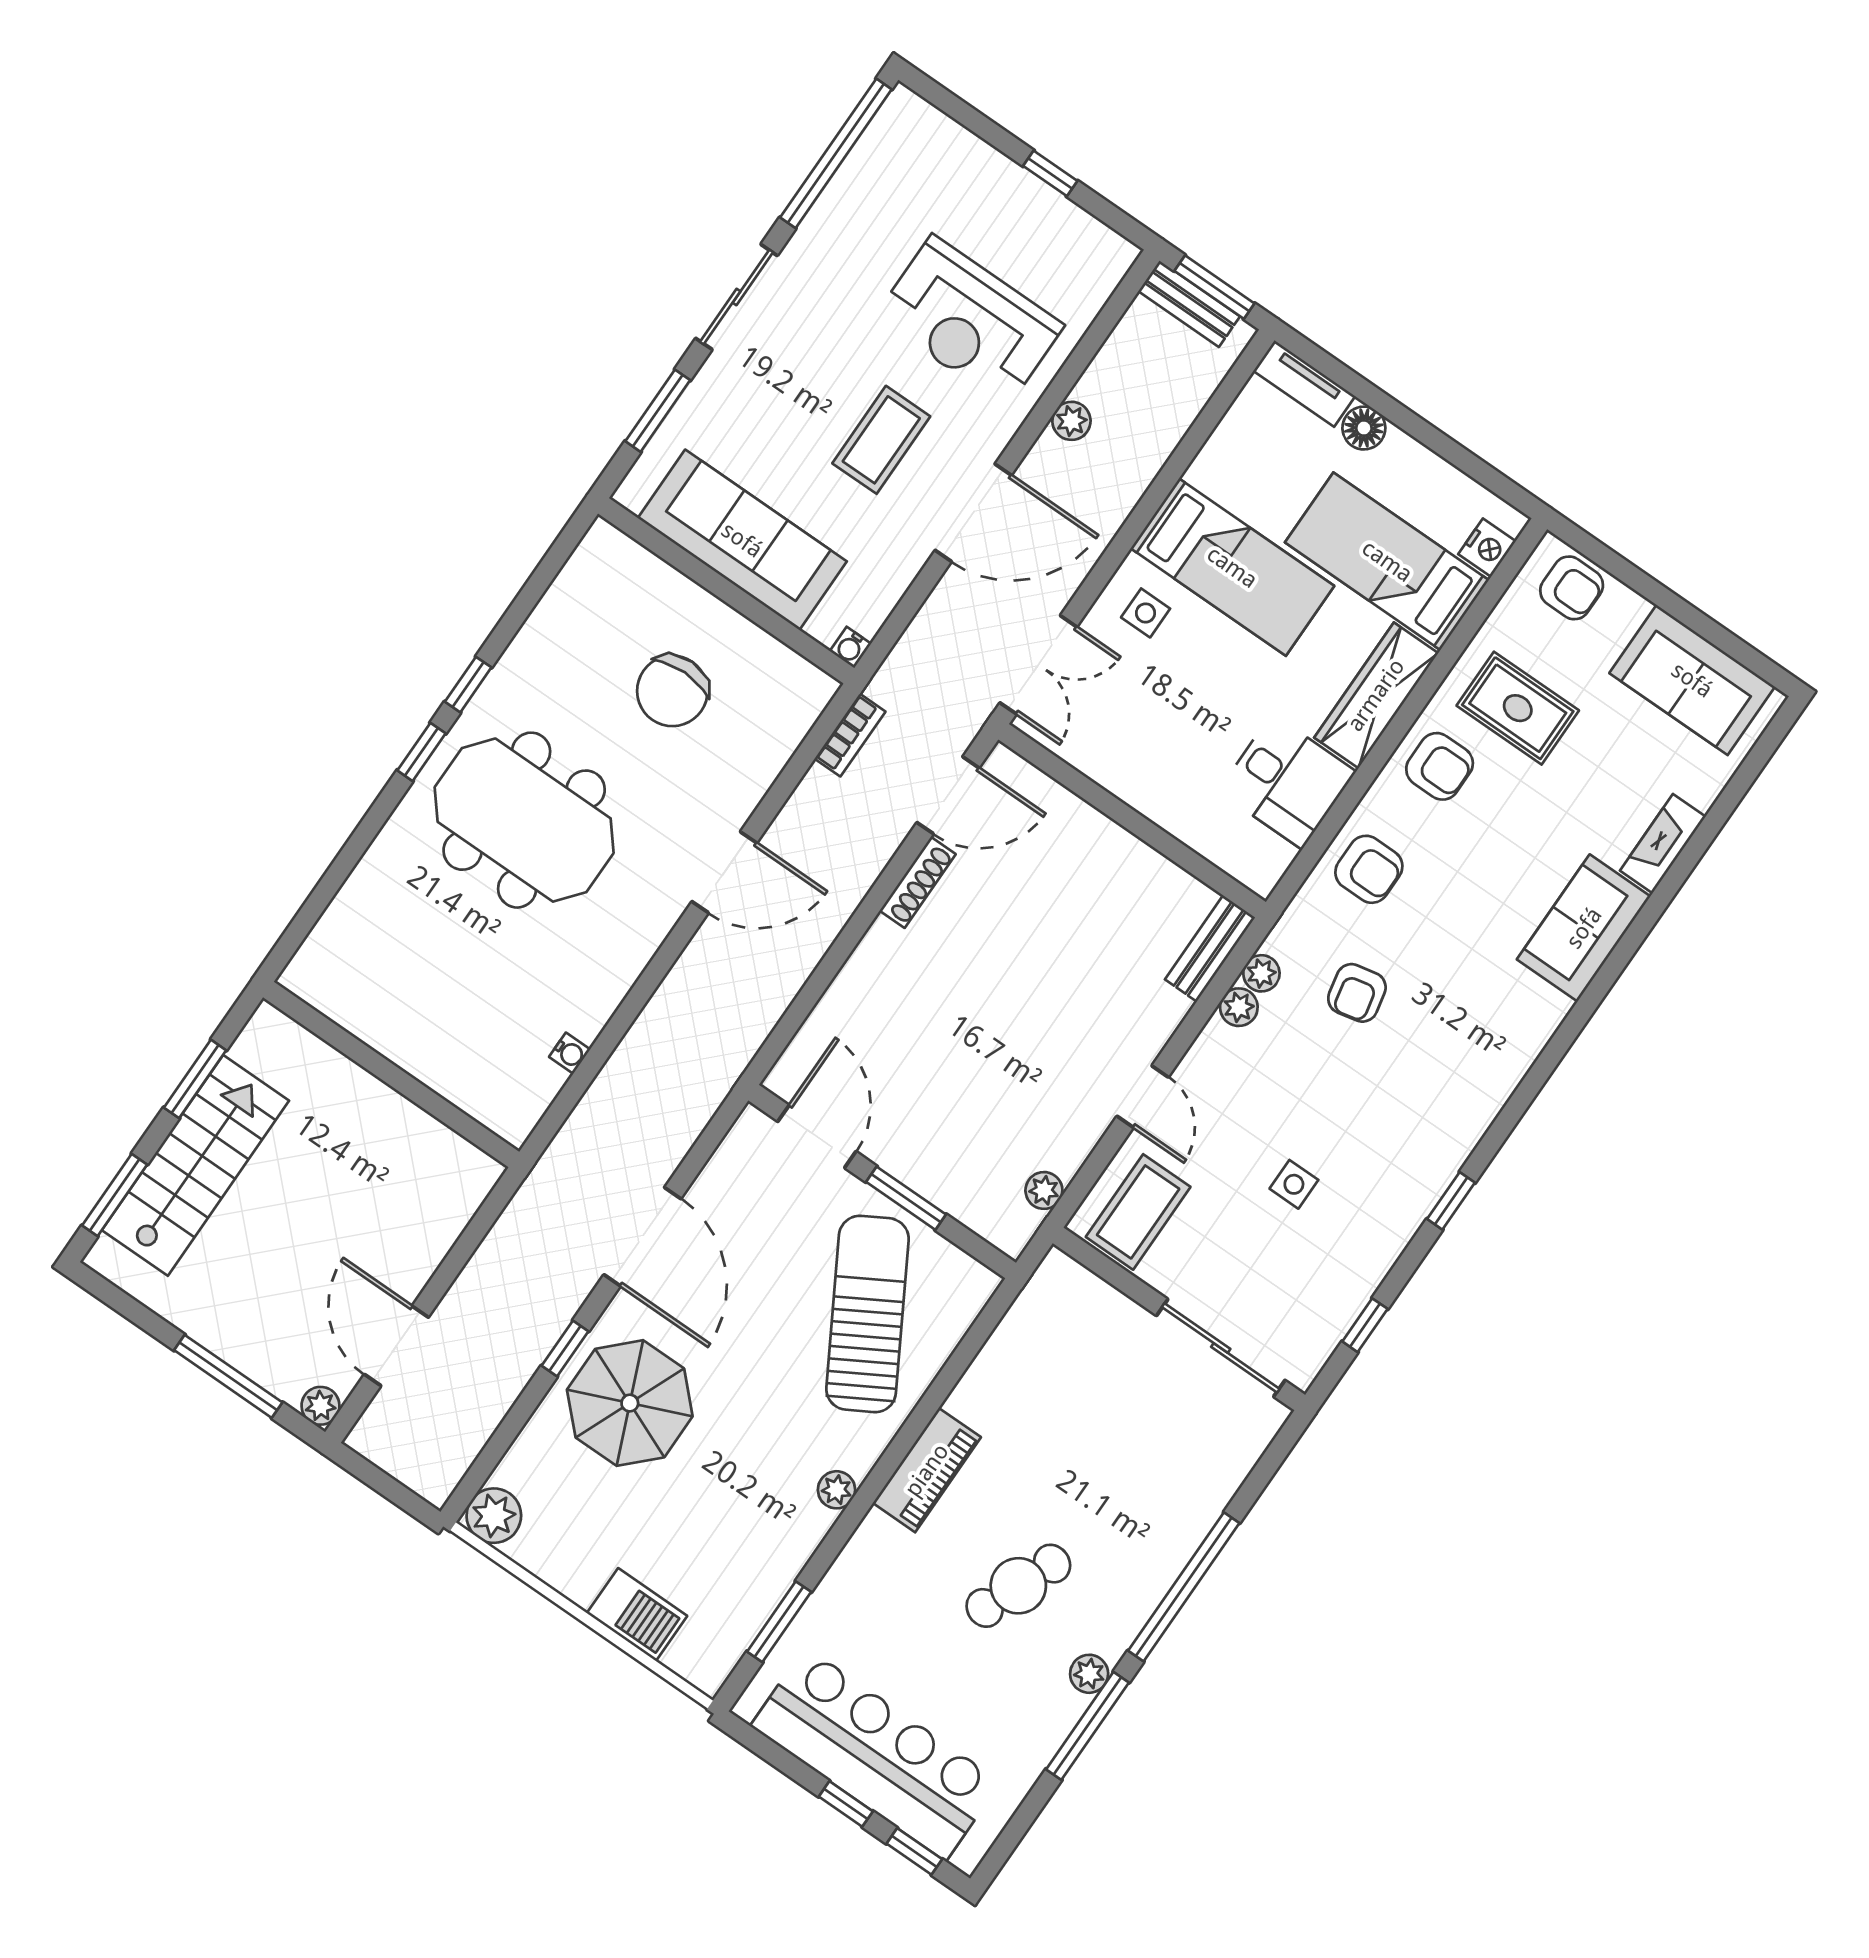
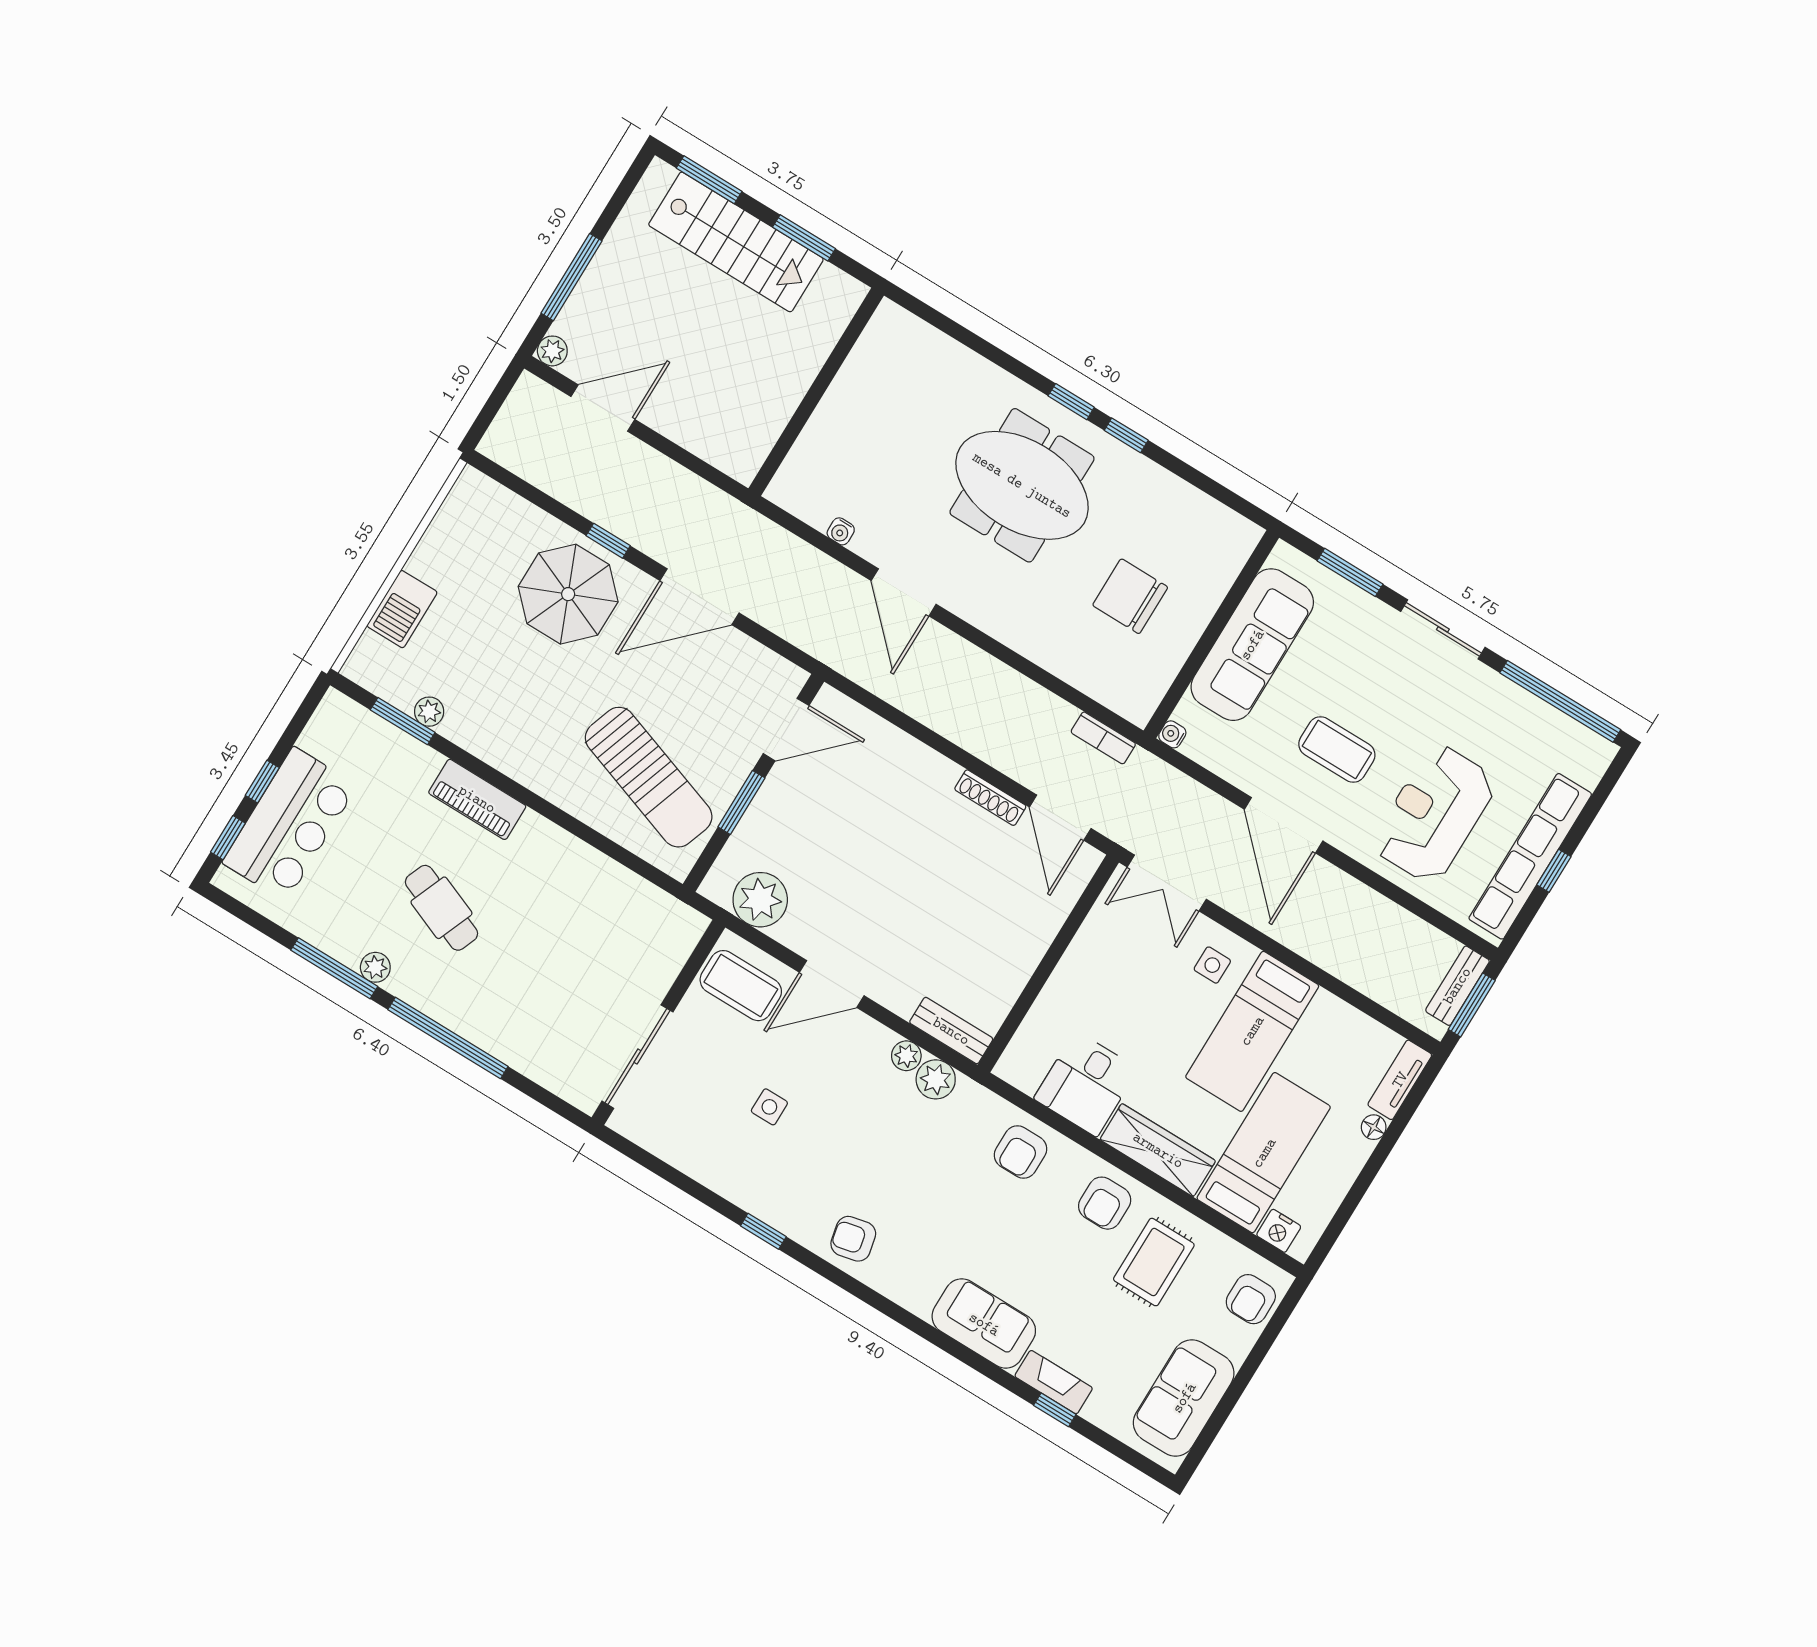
row of seats: (1030, 202) -> (1530, 856), added
plant: (1071, 421) -> (1360, 898), removed
floor lamp: (1364, 428) -> (1374, 1127), width x0.73, depth x0.73
meeting table: (524, 820) -> (1022, 485), turned 90
door: (724, 872) -> (904, 592), moved
plant: (1261, 973) -> (936, 1079), width x1.38, depth x1.38
armchair: (1357, 993) -> (853, 1239), moved
door: (1143, 1097) -> (832, 984), width x1.38
plant: (1044, 1190) -> (760, 900), width x1.88, depth x1.88
sun lounger: (867, 1314) -> (649, 777), turned 49
window: (1365, 1325) -> (1055, 1410), moved
piano: (927, 1470) -> (477, 799), moved
plant: (836, 1490) -> (429, 712), moved
plant: (494, 1516) -> (474, 492), removed
bar counter: (875, 1754) -> (290, 824), width x0.73

